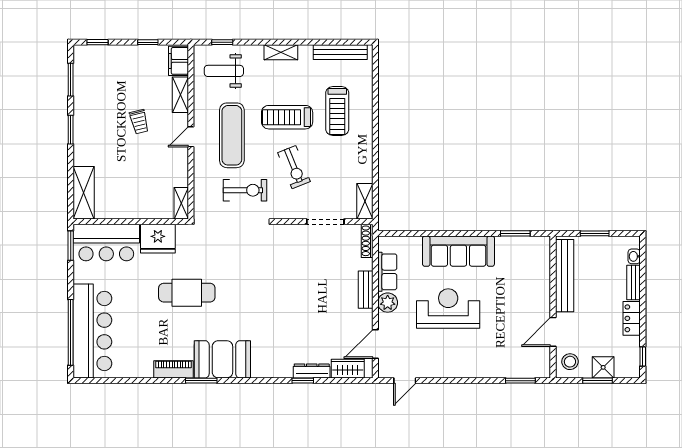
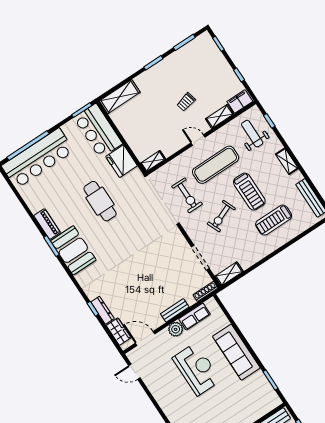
treadmill: (287, 117) -> (249, 192), turned 180

